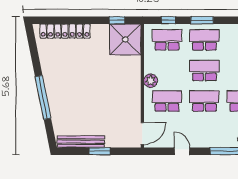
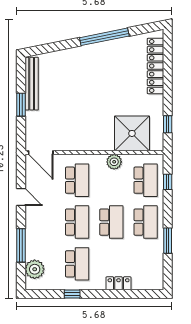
window: (202, 20) -> (168, 241), moved
shower: (125, 39) -> (132, 133), moved
plant: (151, 81) -> (114, 162), moved
window: (43, 97) -> (104, 37), moved
door: (182, 151) -> (21, 197), hinge flipped

